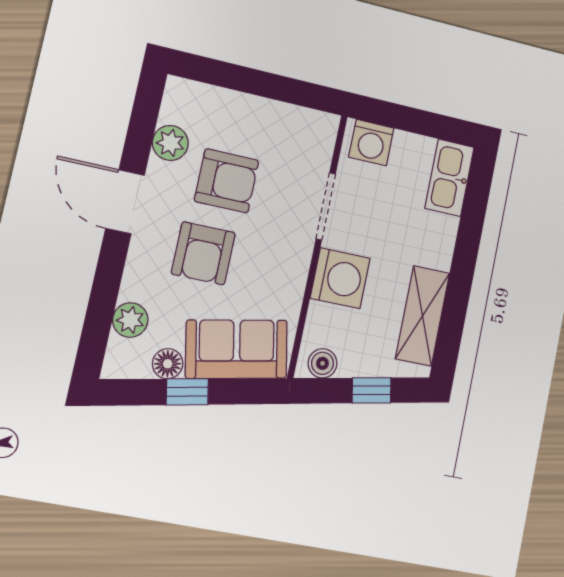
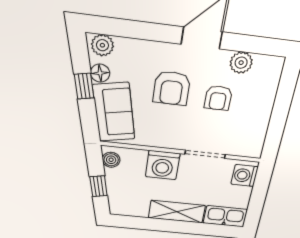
armchair: (227, 181) -> (218, 98), width x0.72, depth x0.72
armchair: (203, 253) -> (172, 88), turned -90
shelving: (423, 316) -> (177, 212), moved
plant: (130, 320) -> (102, 45), moved

